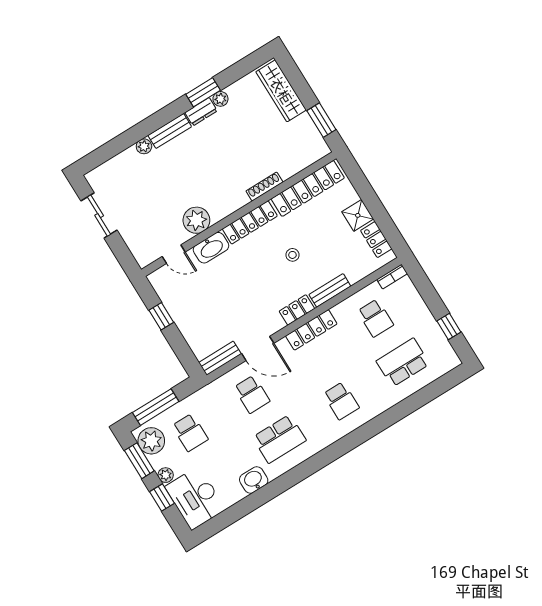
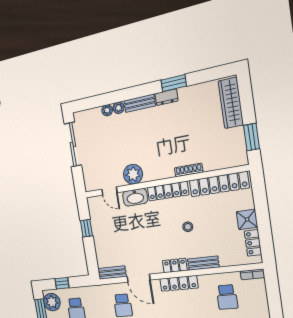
plant: (220, 99) -> (107, 110), moved
sliding door: (99, 216) -> (73, 144), width x1.37
window: (156, 407) -> (62, 283), width x0.46

